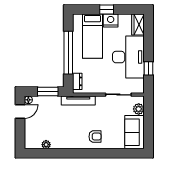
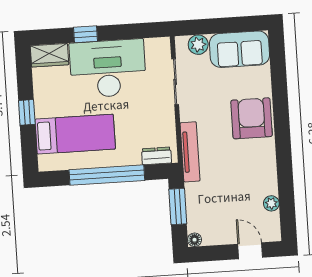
nightstand: (111, 20) -> (46, 104), removed
window: (149, 68) -> (85, 34), moved
door: (20, 112) -> (250, 251), moved
armchair: (95, 137) -> (252, 118), width x1.88, depth x1.88

